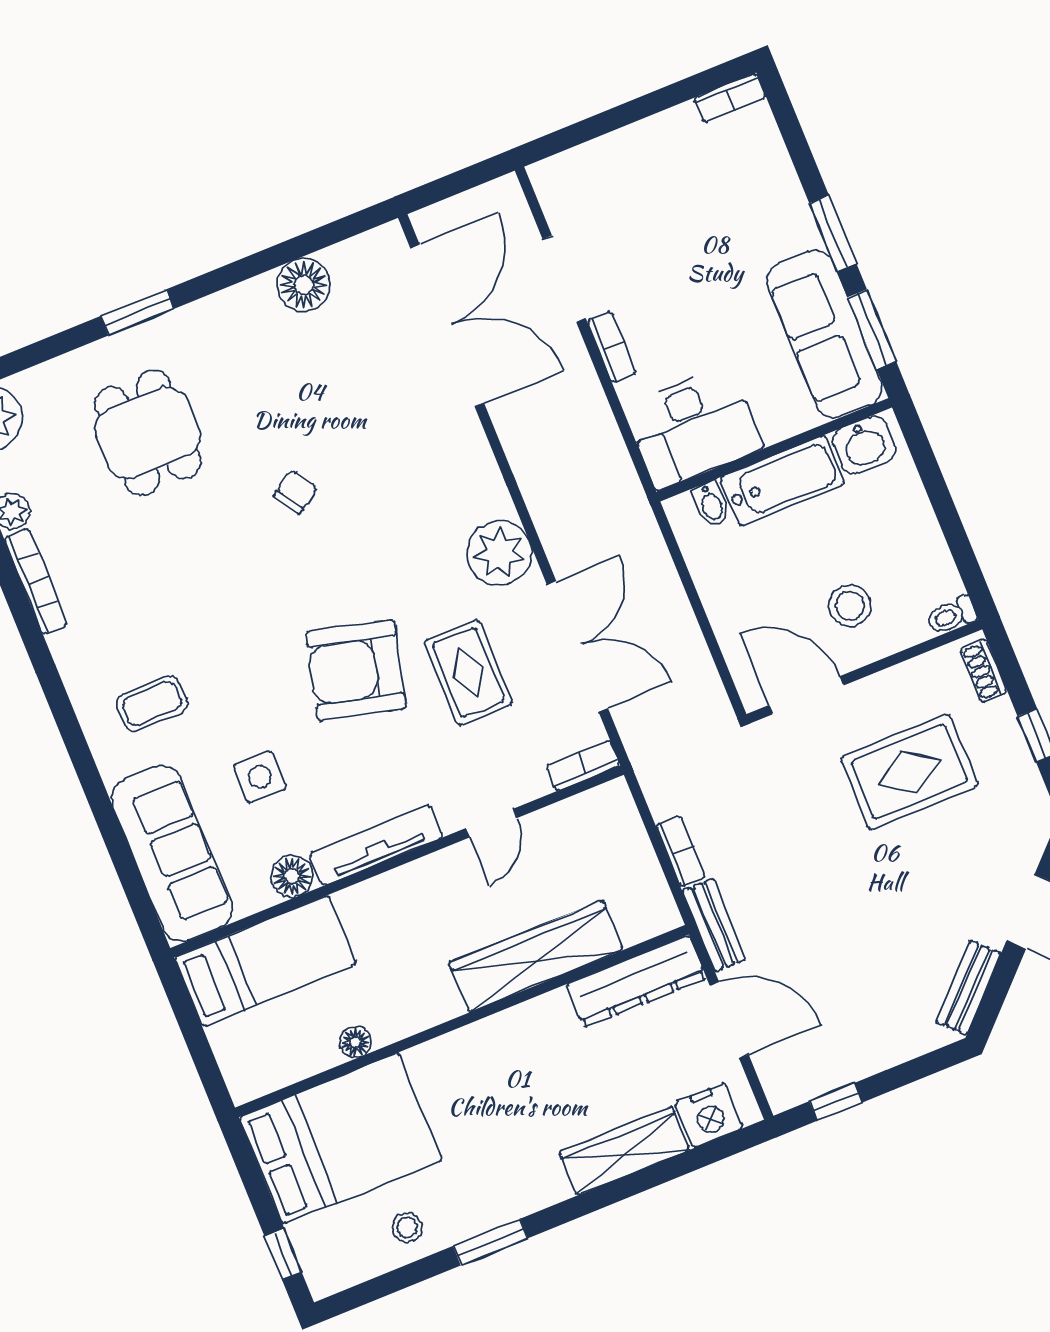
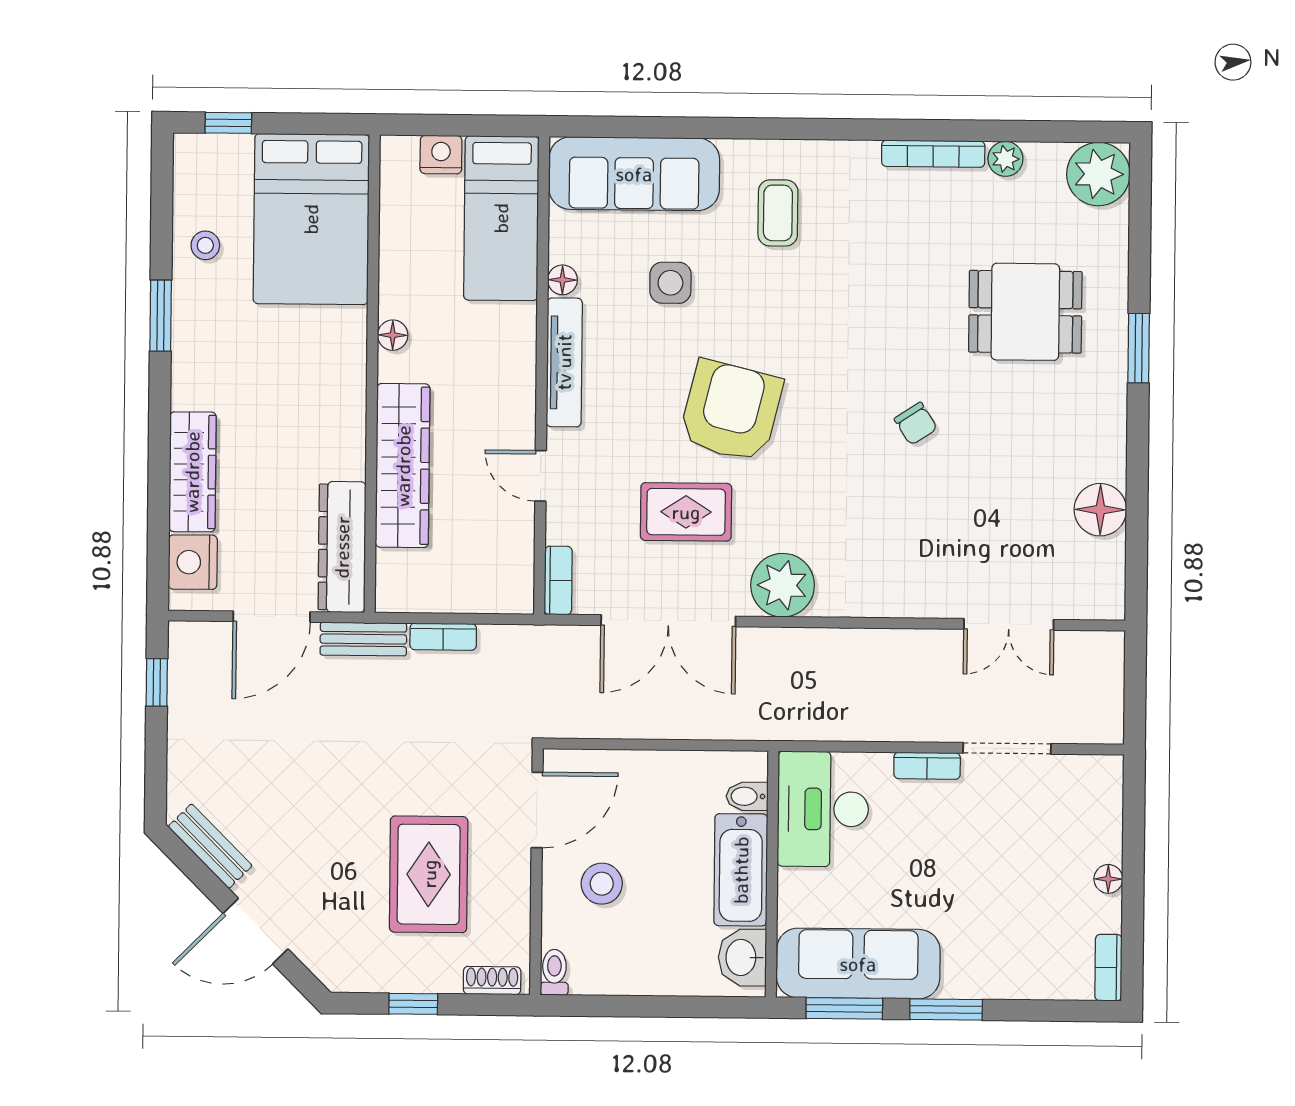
floor lamp: (647, 133) -> (1108, 879), added
double door: (447, 326) -> (1009, 624), width x0.54
floor lamp: (292, 876) -> (562, 280), width x0.73, depth x0.73
nightstand: (229, 1042) -> (441, 155), added
floor lamp: (355, 1042) -> (393, 335), moved

